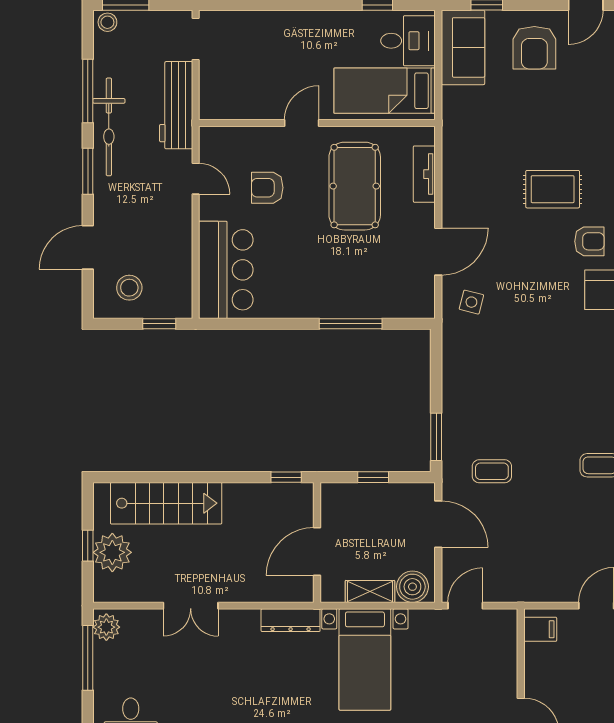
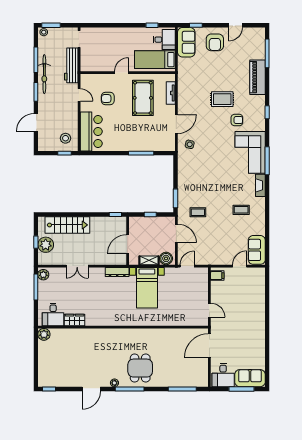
stool: (129, 288) -> (65, 138), moved

